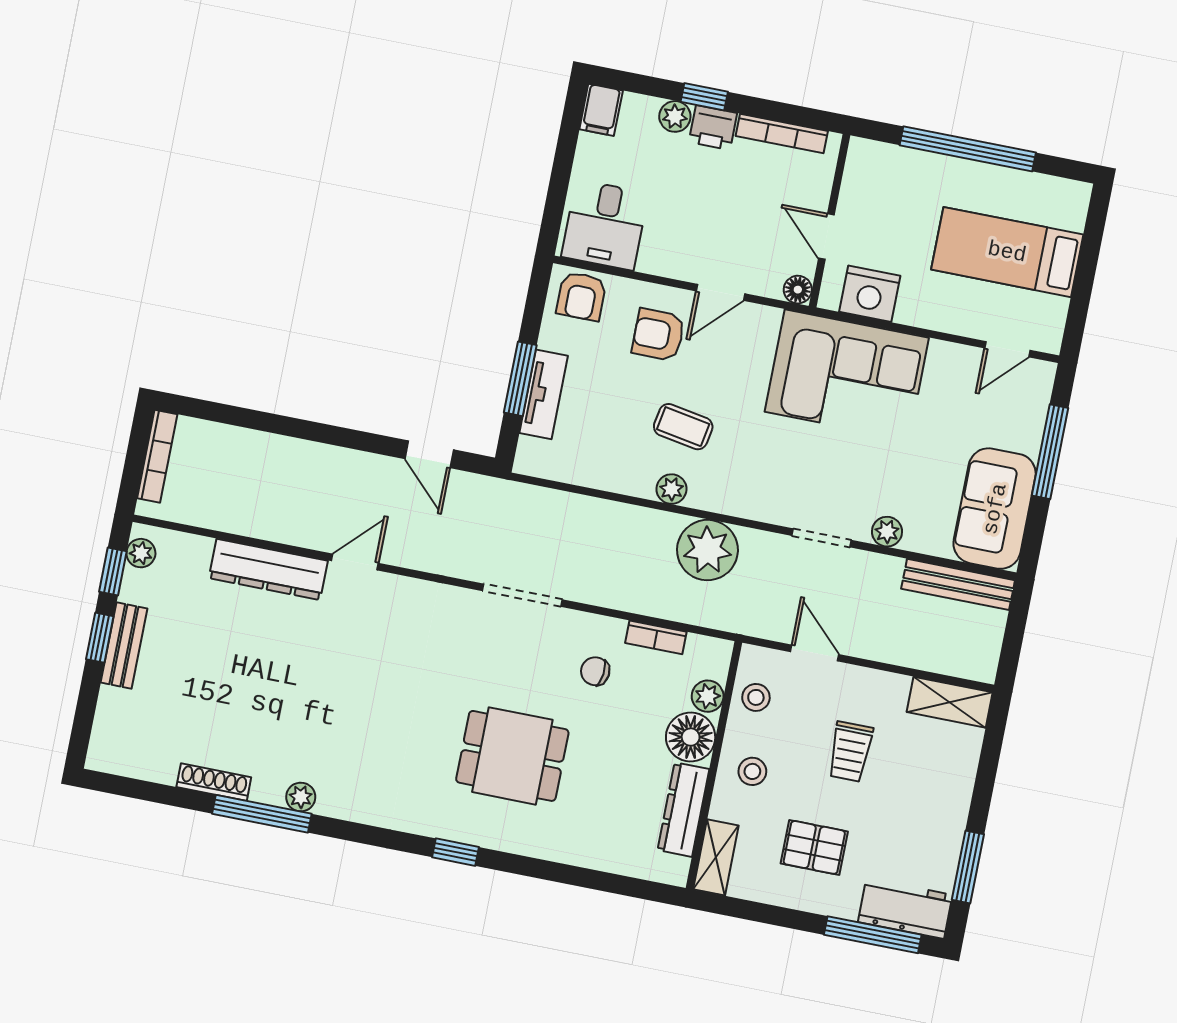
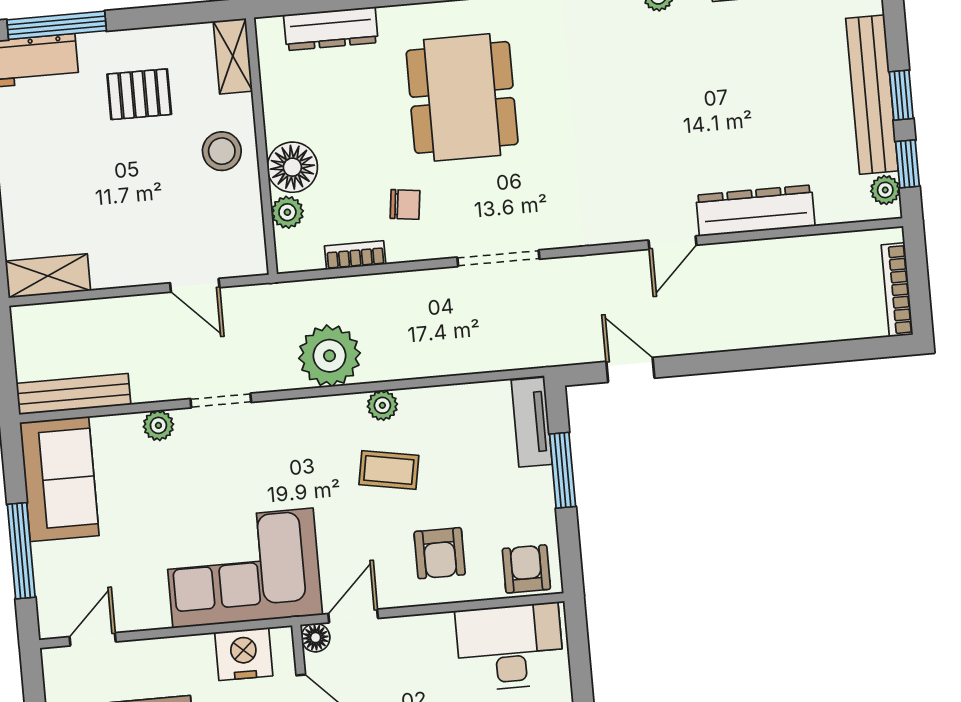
desk: (605, 225) -> (510, 647), width x1.37
door: (720, 292) -> (353, 616), moved
armchair: (658, 335) -> (440, 553), turned 90
tv unit: (544, 394) -> (532, 422), moved
bench: (124, 645) -> (872, 95), width x1.86, depth x1.21
stool: (756, 697) -> (240, 225), removed
trolley: (850, 752) -> (131, 199), removed
dining table: (512, 756) -> (462, 97), width x1.38
stool: (752, 771) -> (222, 151), width x1.37, depth x1.37
dresser: (683, 810) -> (331, 29), moved, turned 90

